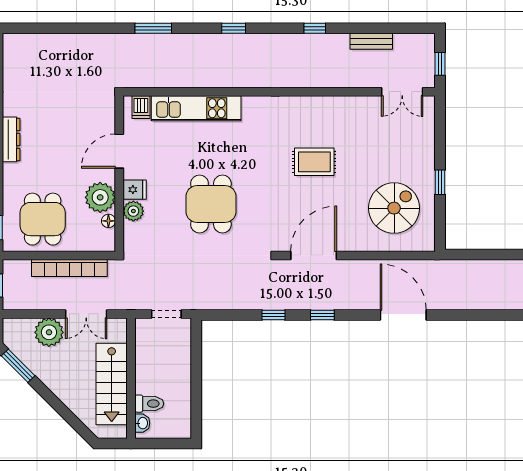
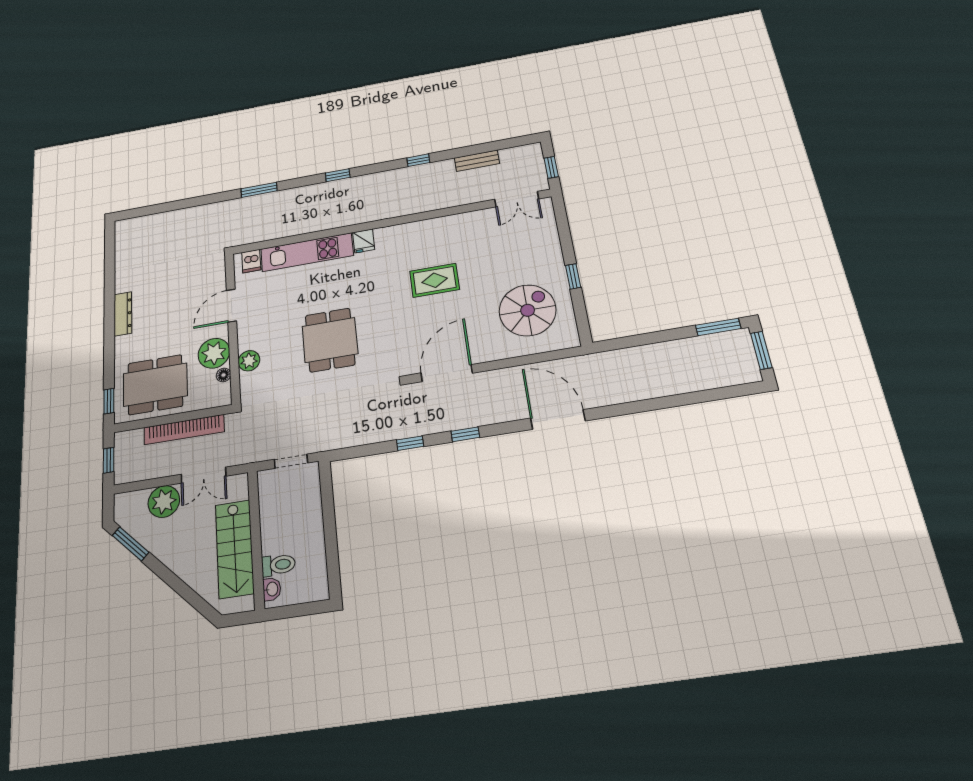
fridge: (135, 190) -> (364, 241), moved, turned 90
dining table: (43, 219) -> (155, 385), width x1.38

